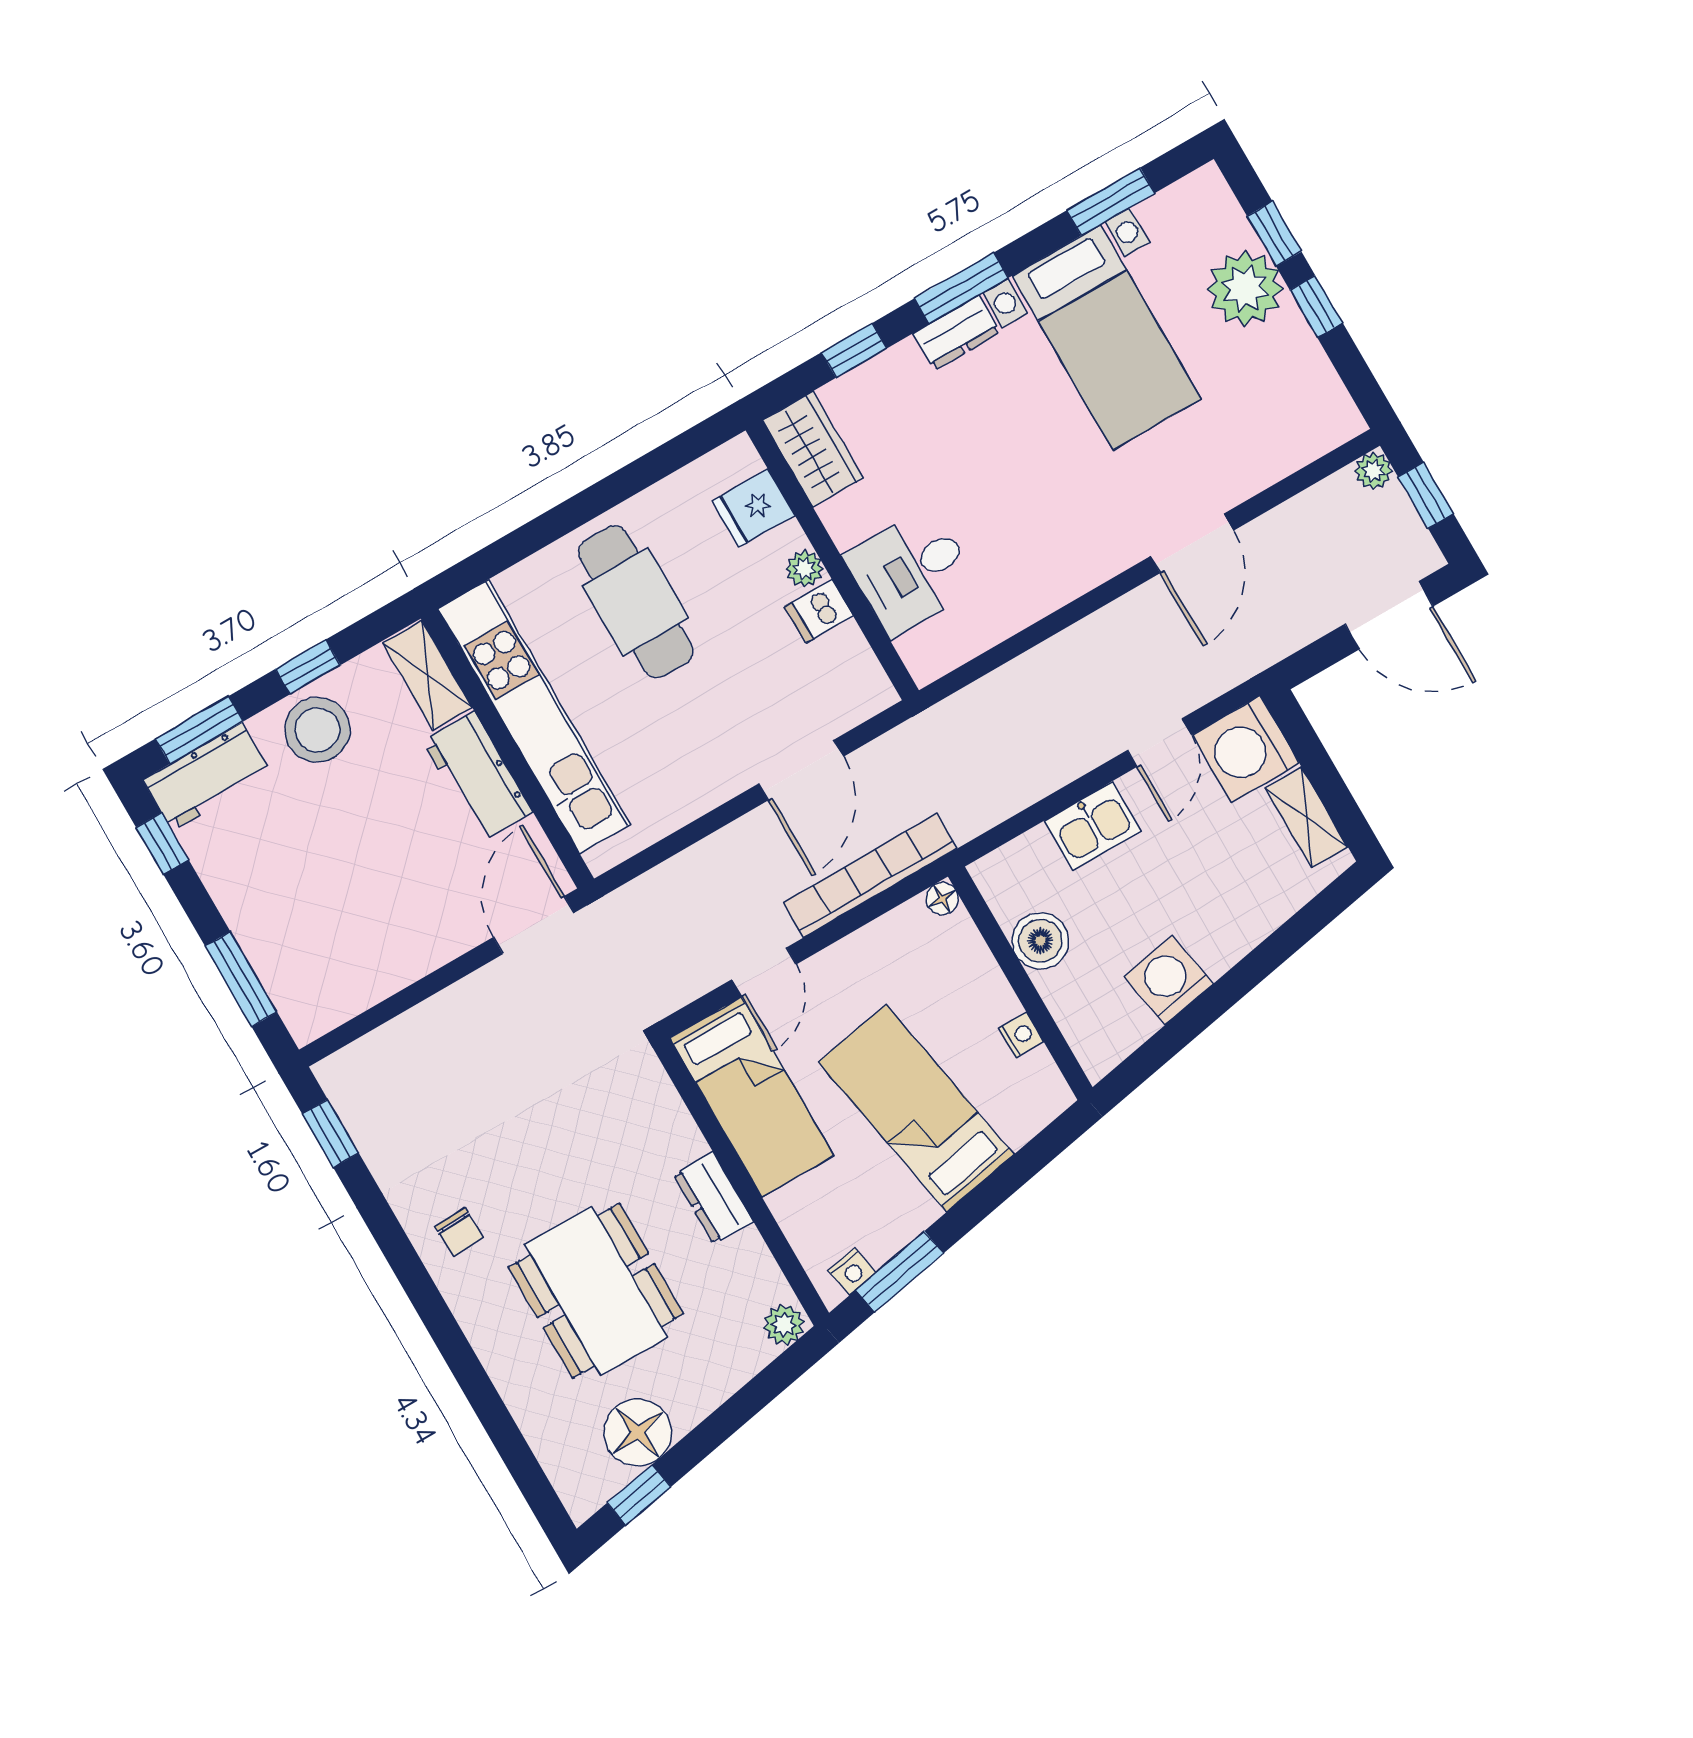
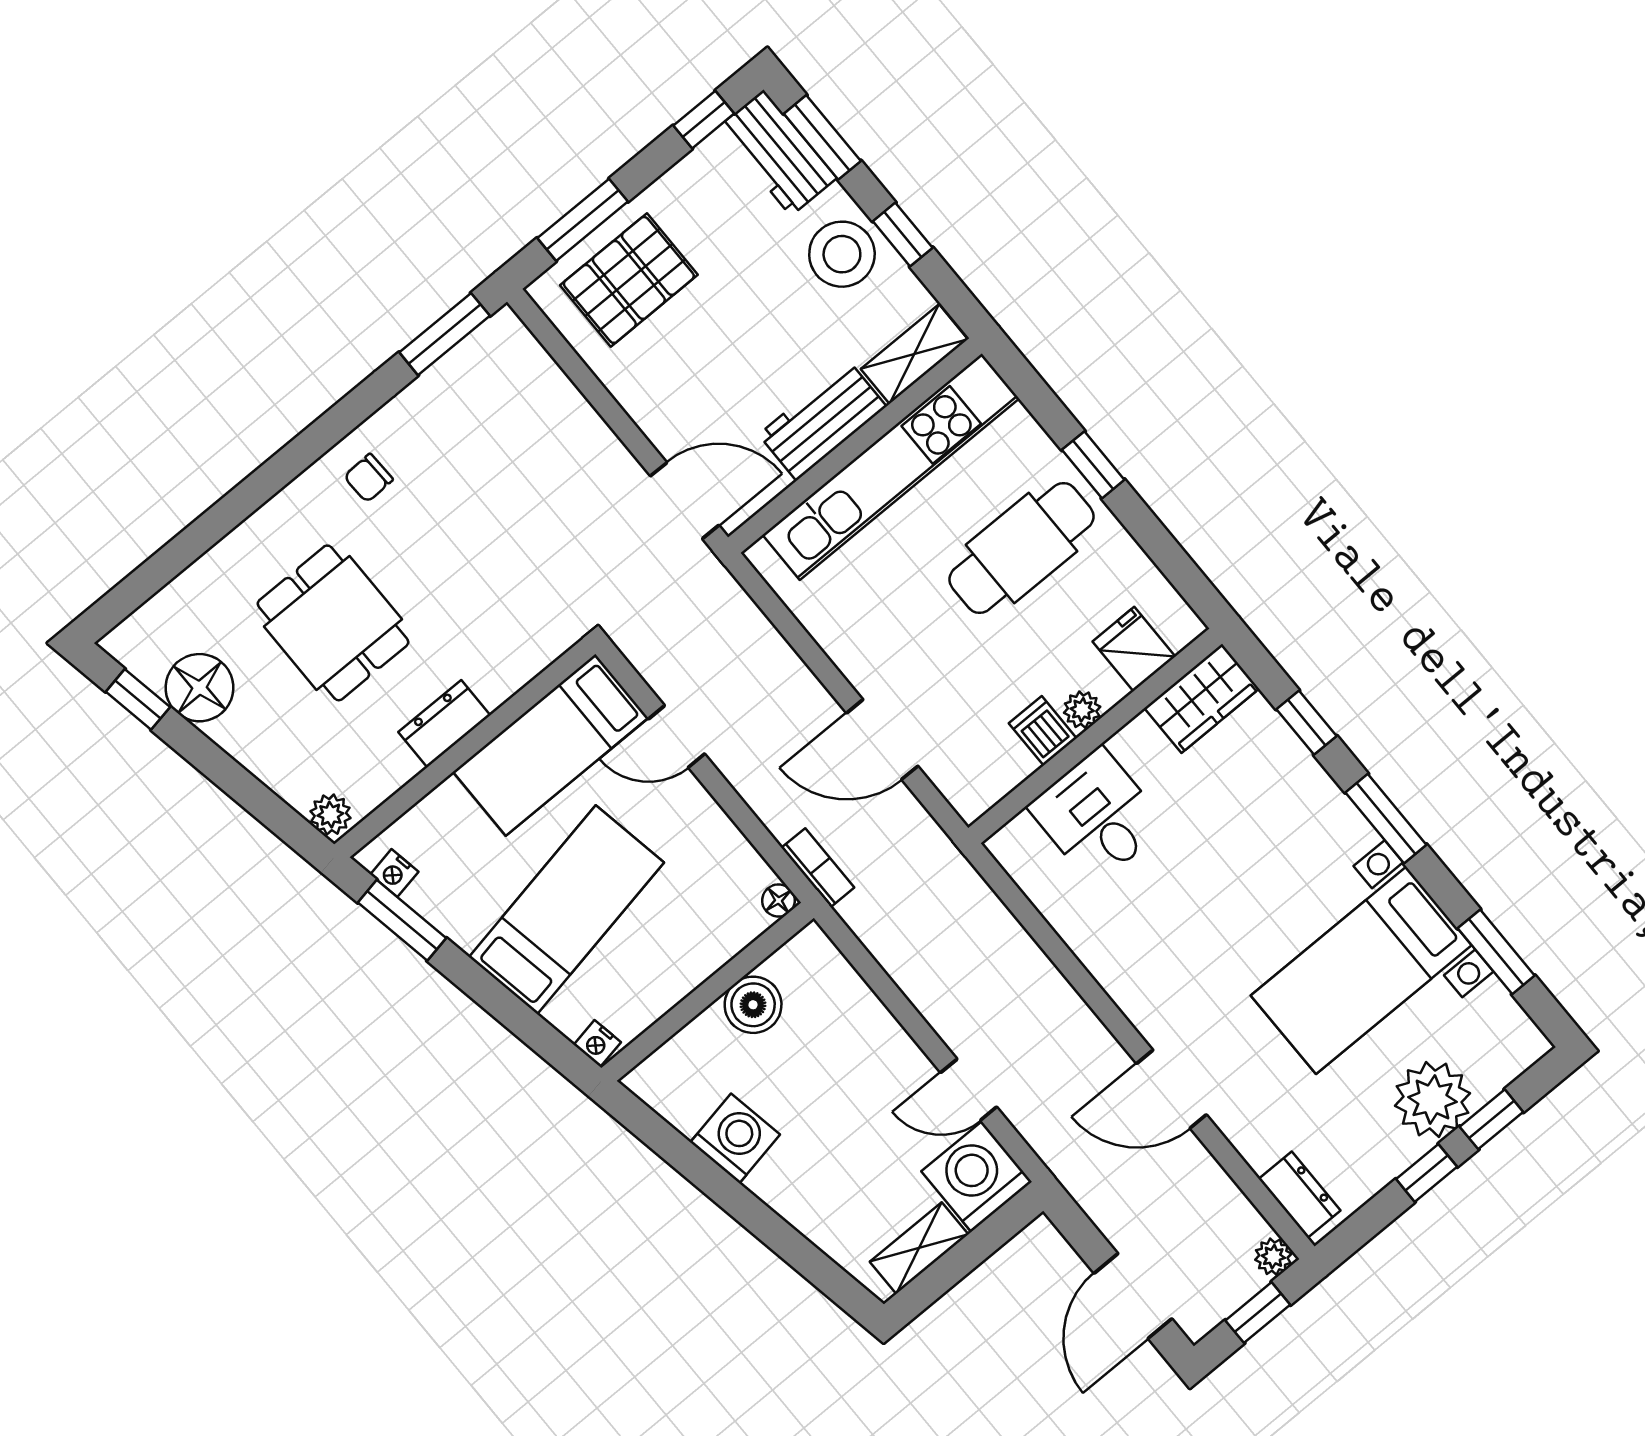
dresser: (957, 333) -> (1300, 1195), moved, turned 180
window: (566, 518) -> (1093, 465), added
kitchen sink: (1093, 826) -> (876, 1038), removed
bookcase: (870, 876) -> (818, 868), width x0.43, depth x0.76
pallet: (308, 943) -> (629, 280), added
nightstand: (1021, 1035) -> (597, 1043), moved, turned 80
window: (330, 1133) -> (445, 334), width x1.50
dining table: (596, 1291) -> (333, 623), width x0.73

